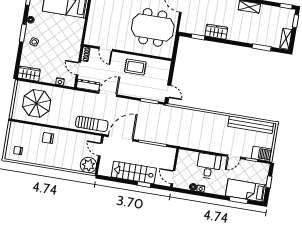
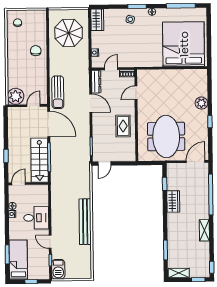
bench: (251, 125) -> (85, 222), moved
stairs: (134, 172) -> (40, 160), moved, turned 180

